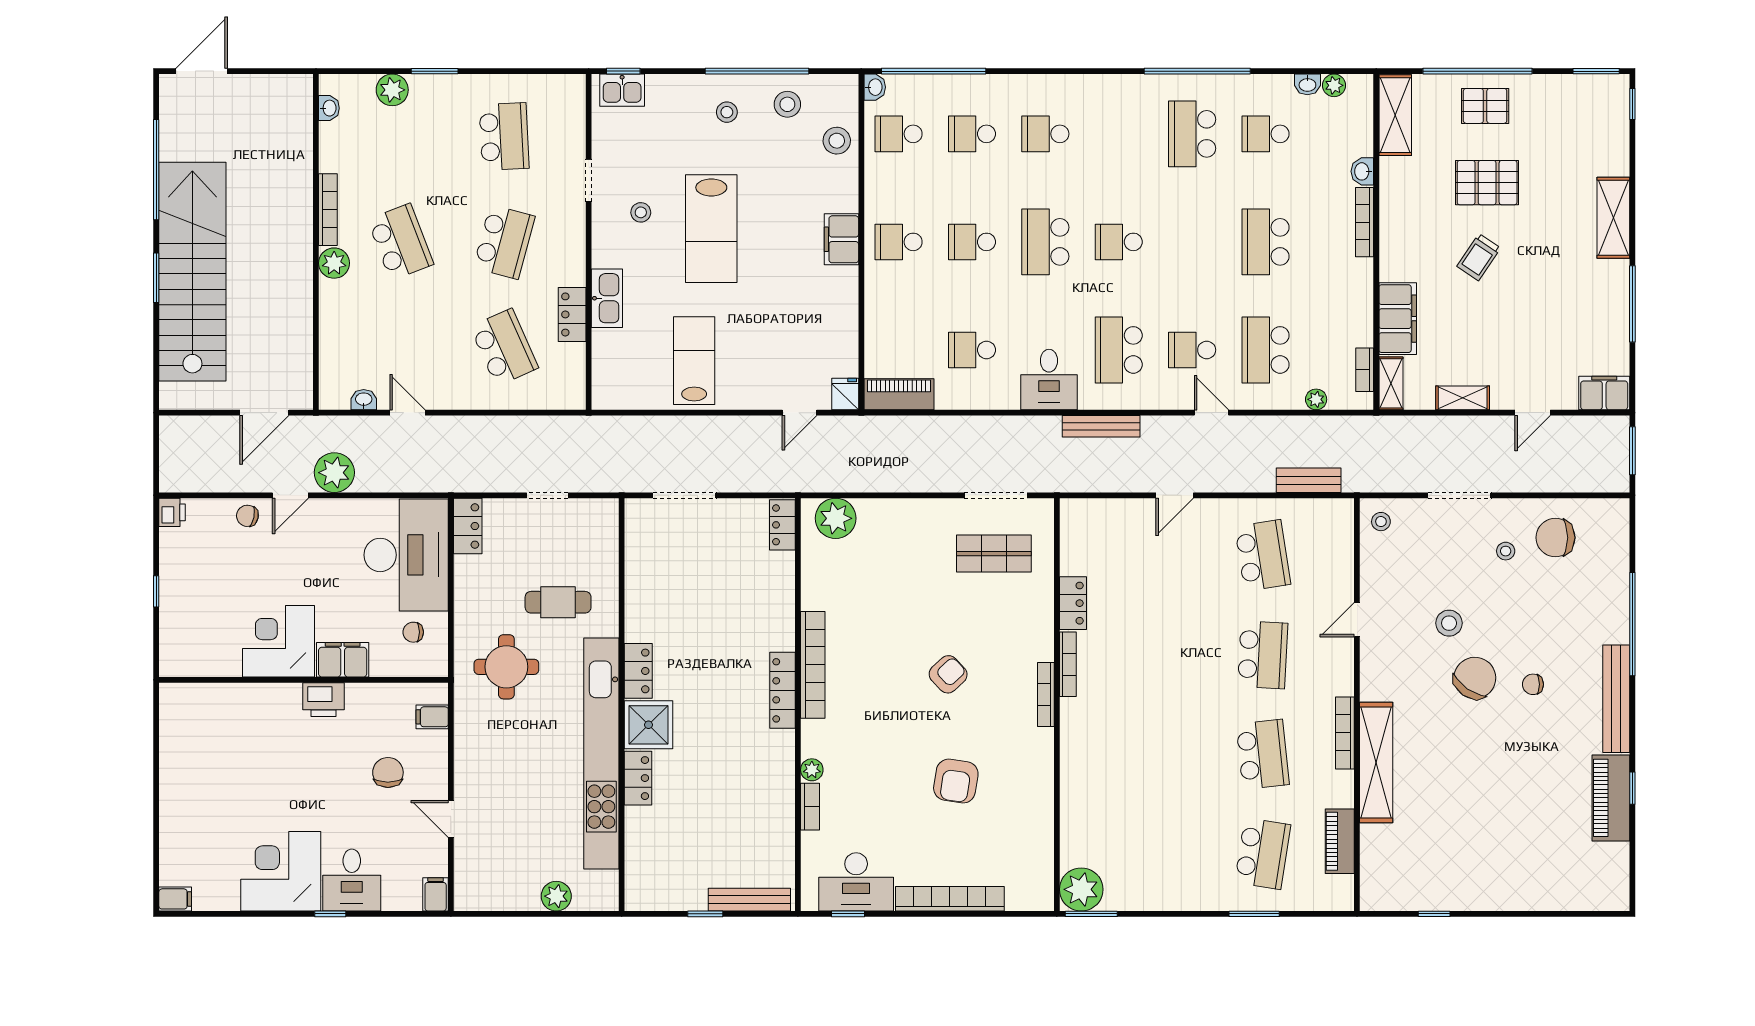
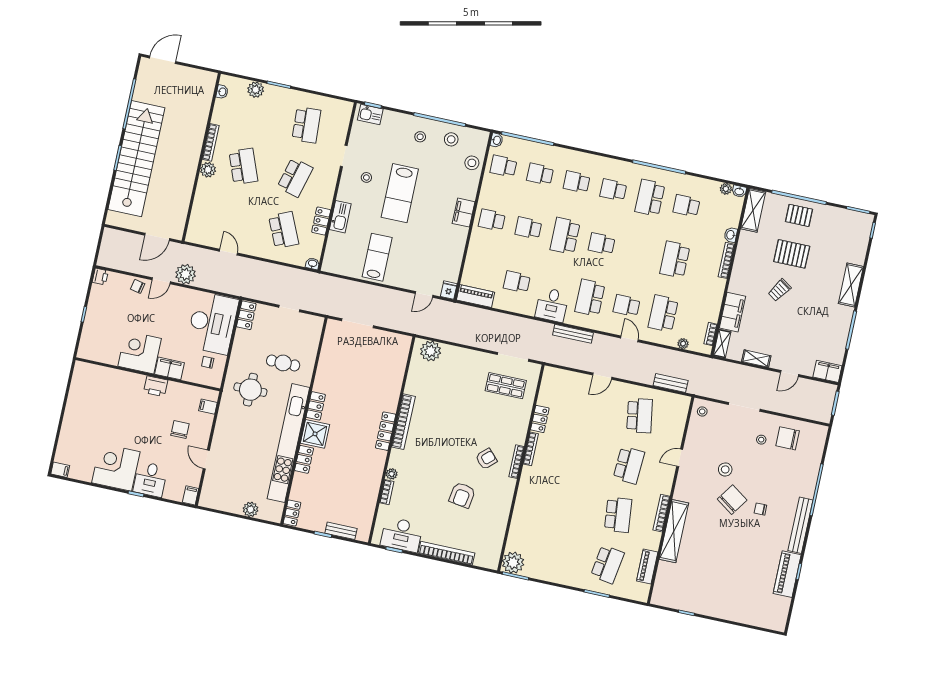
washbasin: (1307, 84) -> (739, 191), moved
school desk: (1119, 134) -> (613, 190), added
washbasin: (364, 400) -> (313, 264), moved
locker: (782, 525) -> (292, 513), moved, turned 180
armchair: (948, 674) -> (486, 459), moved
bench: (749, 900) -> (341, 531), width x0.73

